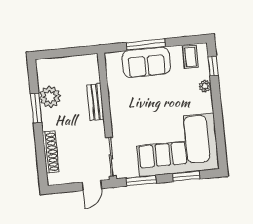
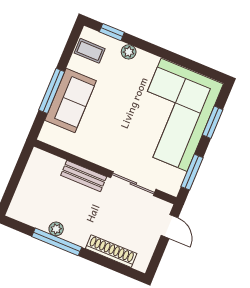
plant: (50, 97) -> (56, 229), width x0.53, depth x0.53
window: (36, 108) -> (57, 242), width x1.44
sliding door: (111, 157) -> (133, 184), moved

